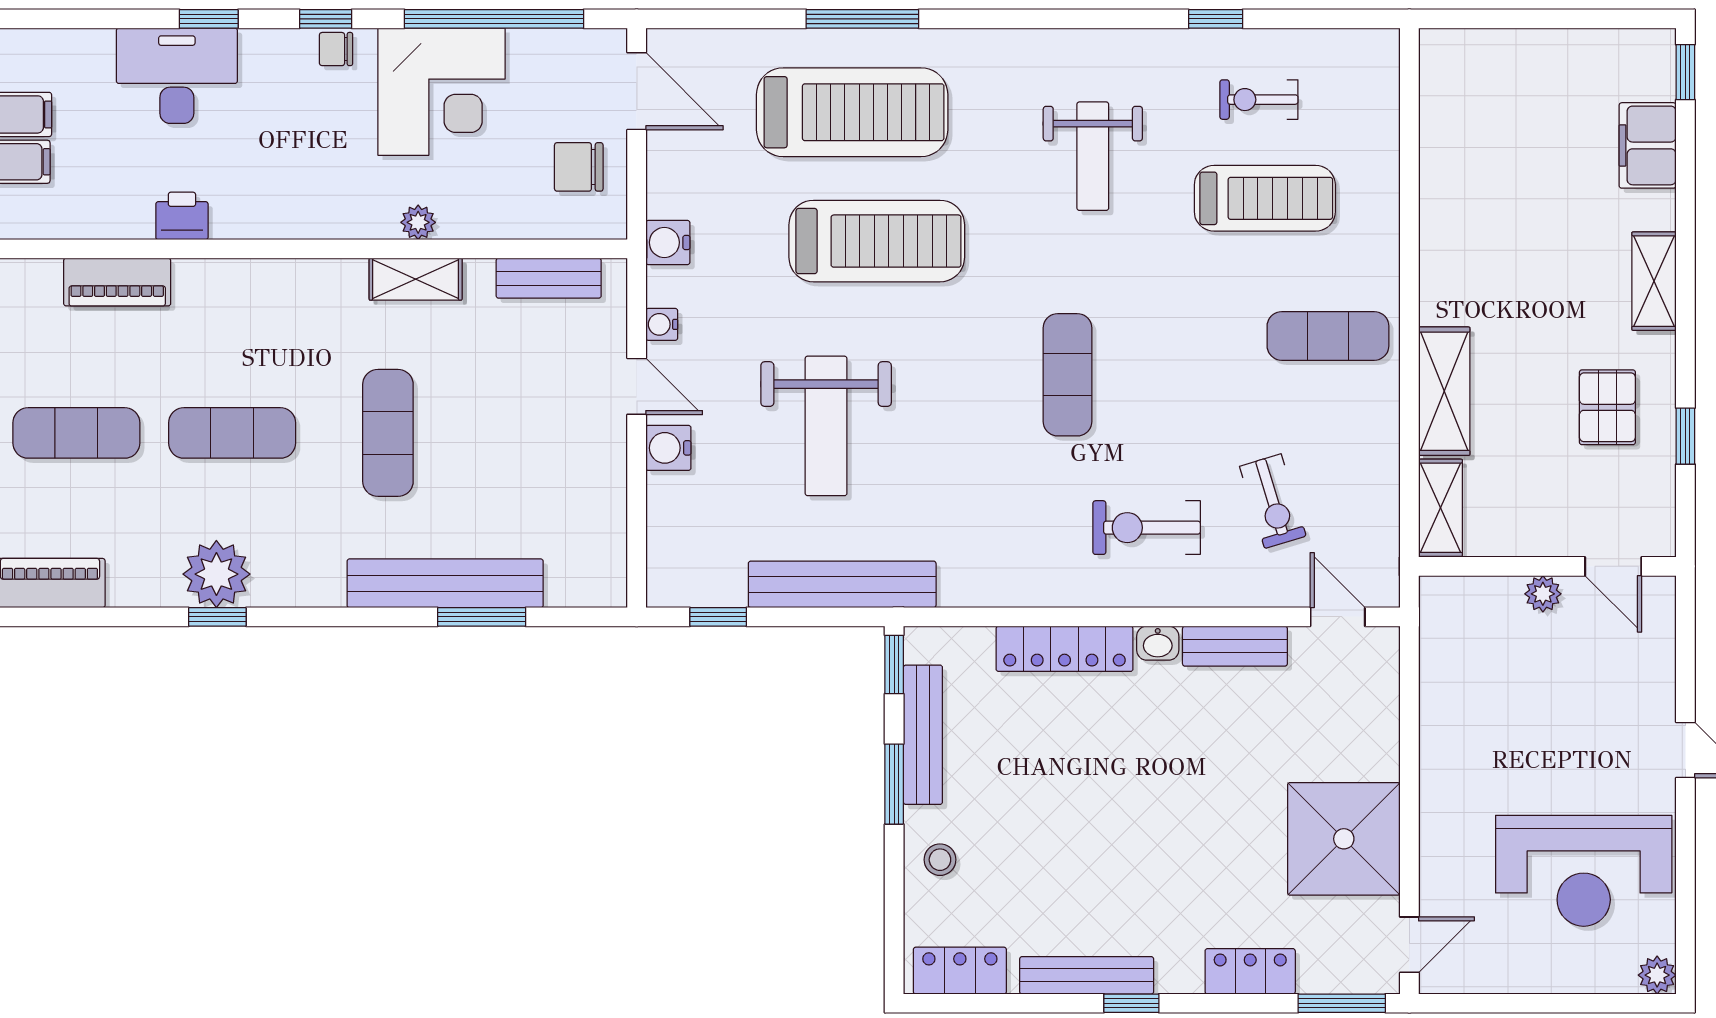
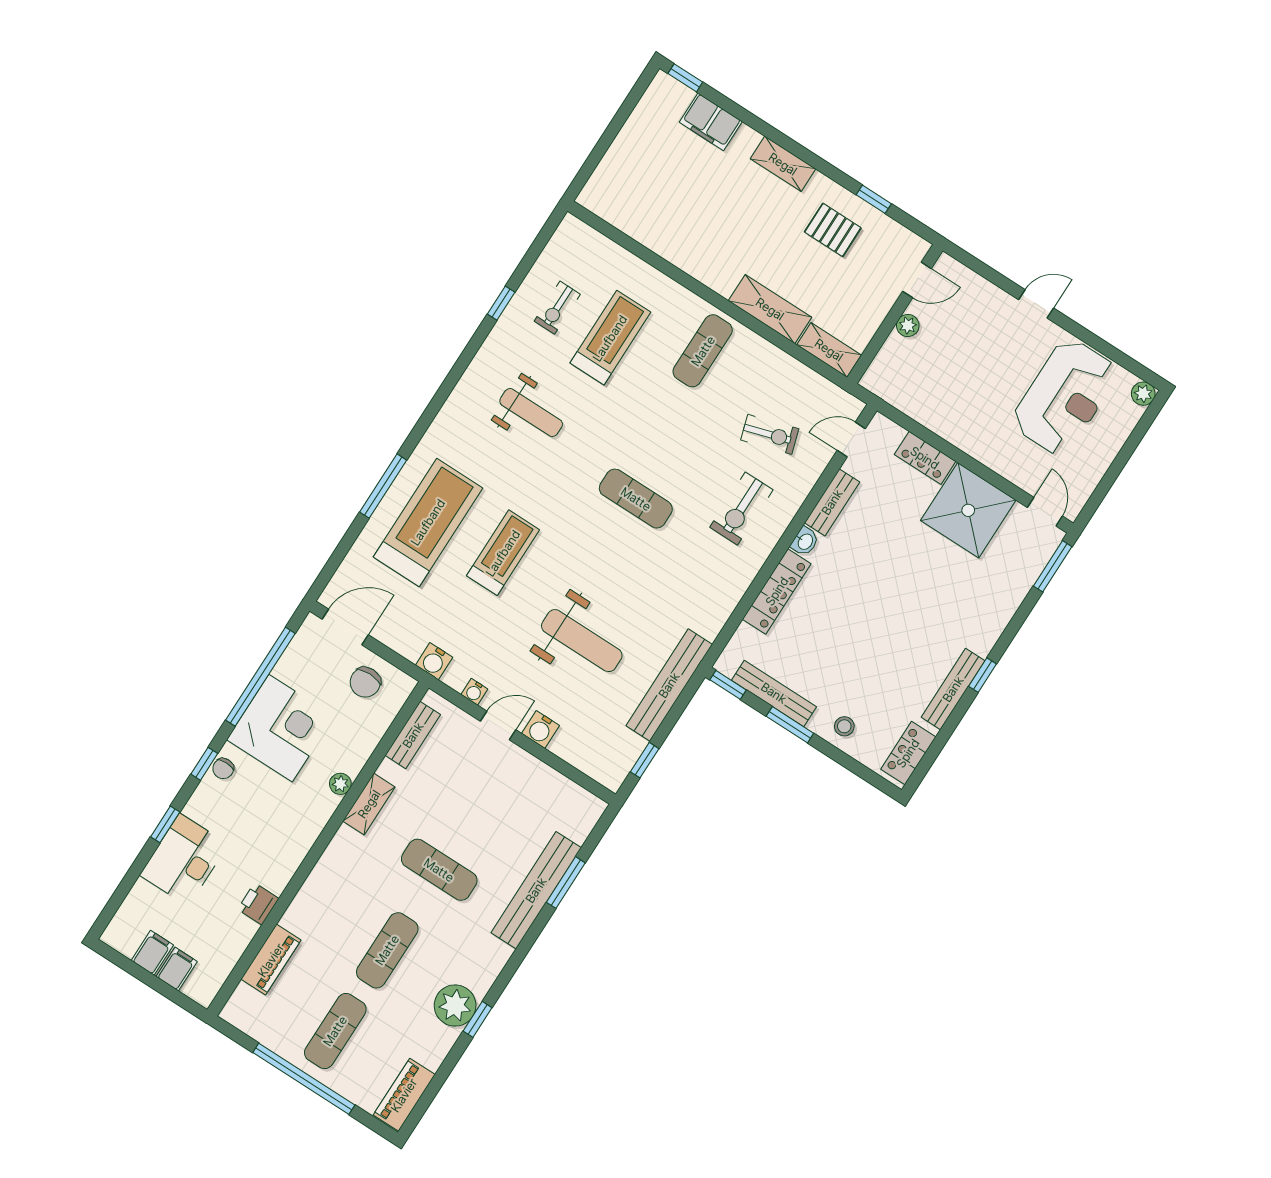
treadmill: (877, 241) -> (503, 553), width x0.73, depth x0.73
locker: (1250, 971) -> (925, 458), moved, turned -90

